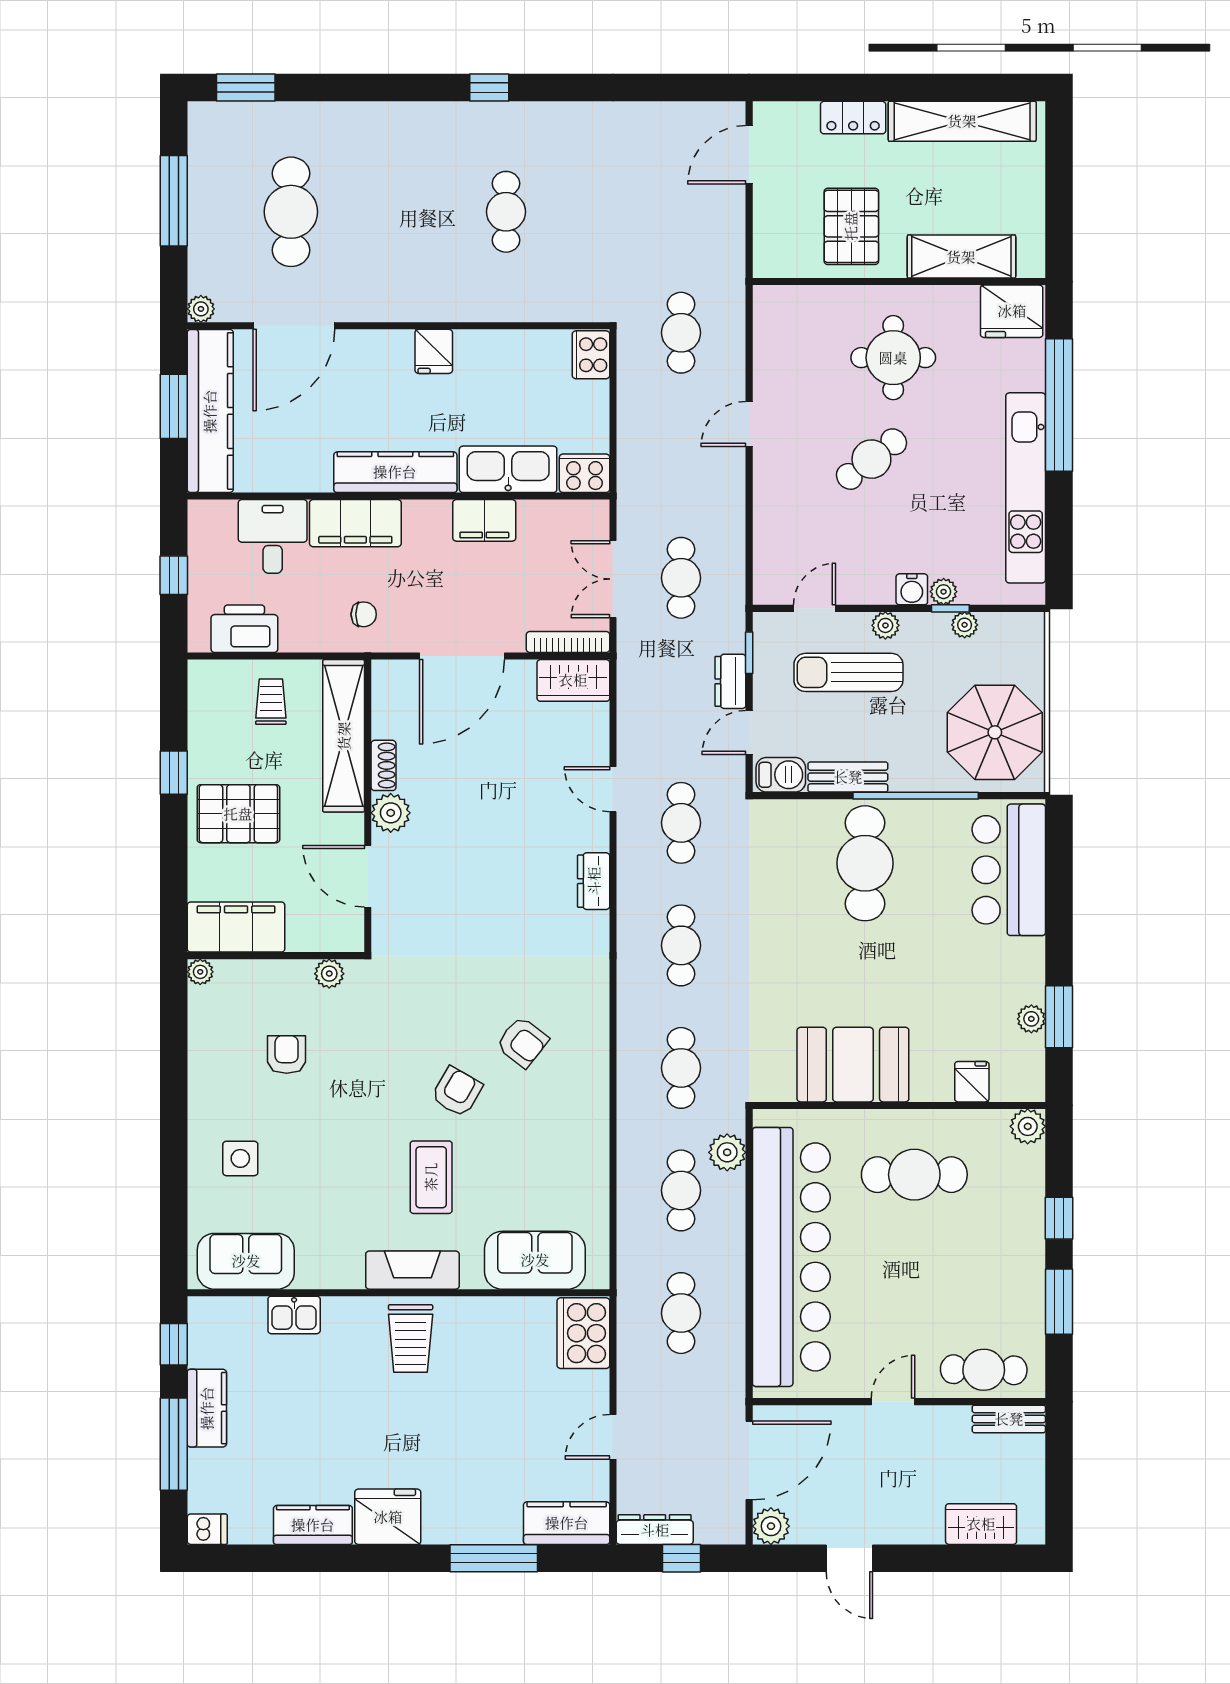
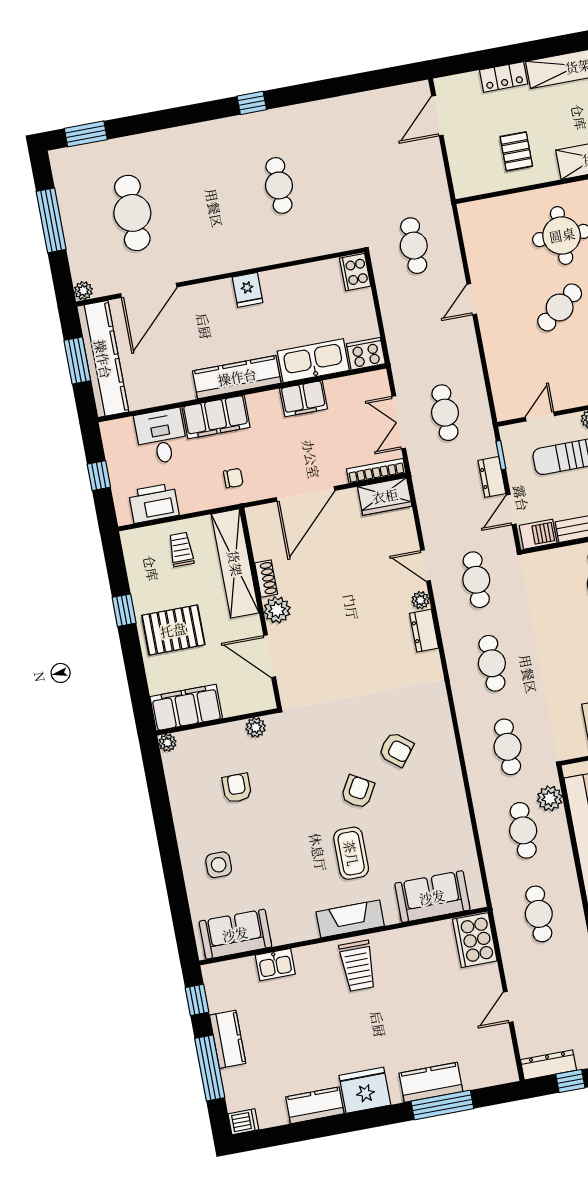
pallet: (851, 226) -> (516, 151), width x0.67, depth x0.71
plant: (597, 837) -> (420, 600), added
kitchen counter: (567, 1523) -> (431, 1082), moved

